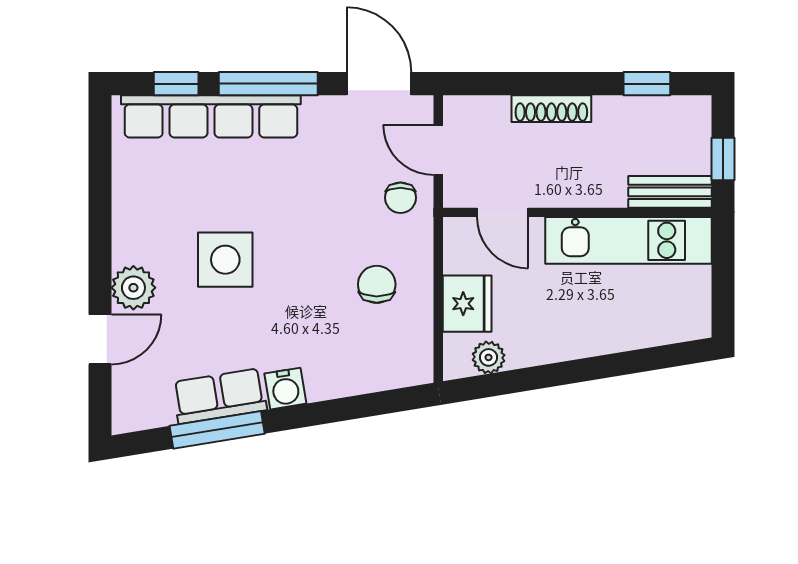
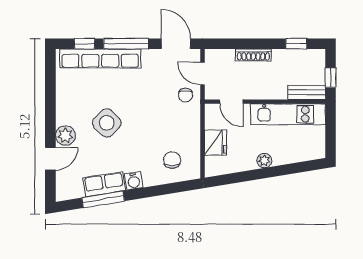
side table: (225, 260) -> (107, 123), turned 45
chair: (377, 284) -> (172, 160), moved
plant: (489, 357) -> (264, 160), moved

